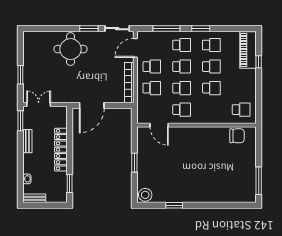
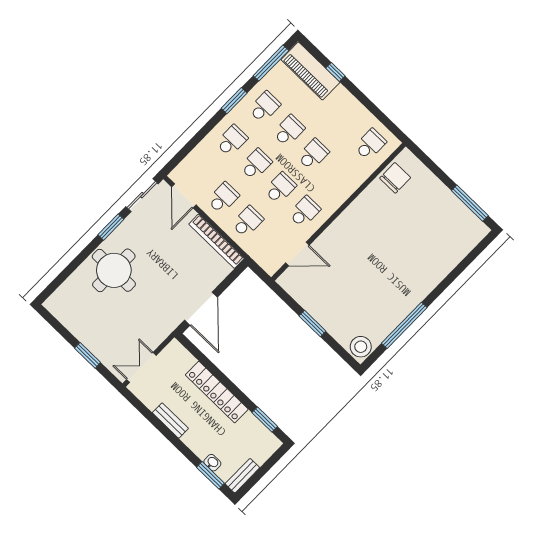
window: (166, 29) -> (271, 63), moved
window: (20, 121) -> (210, 475), moved
window: (174, 205) -> (404, 325), width x2.11

